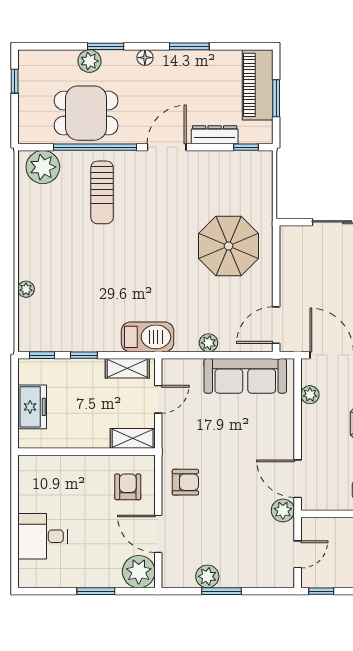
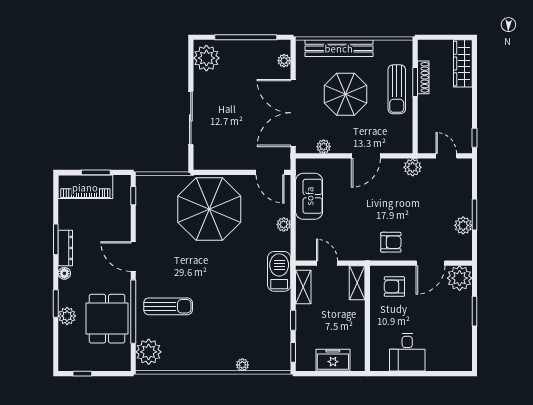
dresser: (215, 135) -> (65, 248), moved, turned 180
parasol: (229, 246) -> (209, 209), width x1.36, depth x1.36
sofa: (245, 376) -> (309, 196), width x0.73
door: (298, 479) -> (366, 156), moved
armchair: (185, 482) -> (391, 242), turned 90
desk: (42, 536) -> (407, 352), moved

